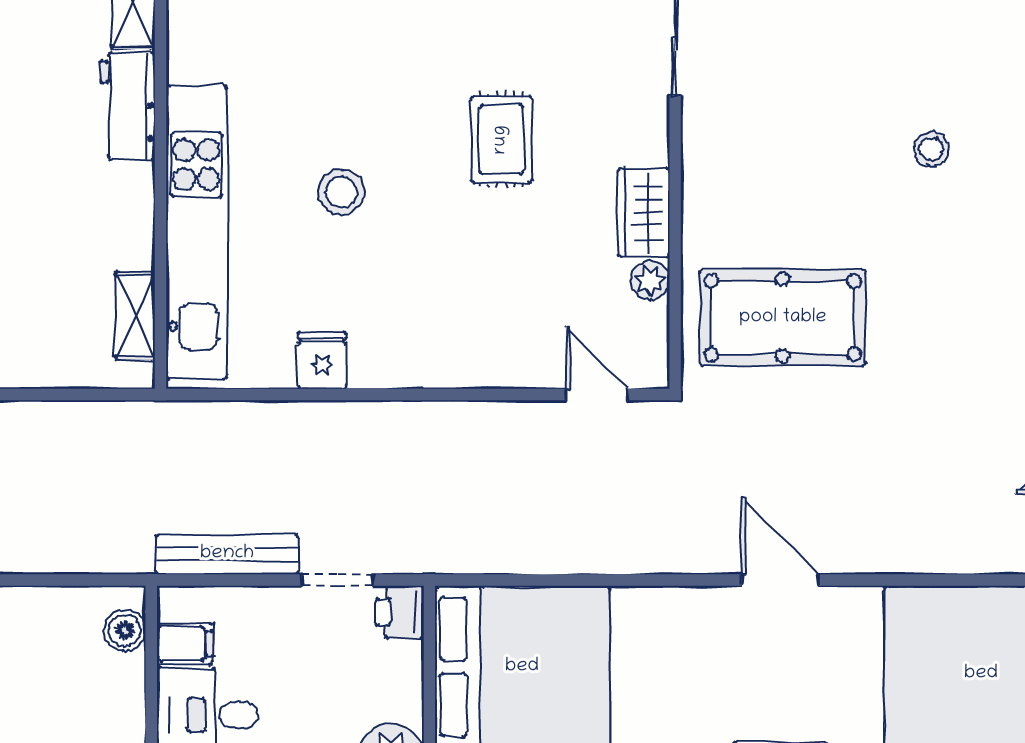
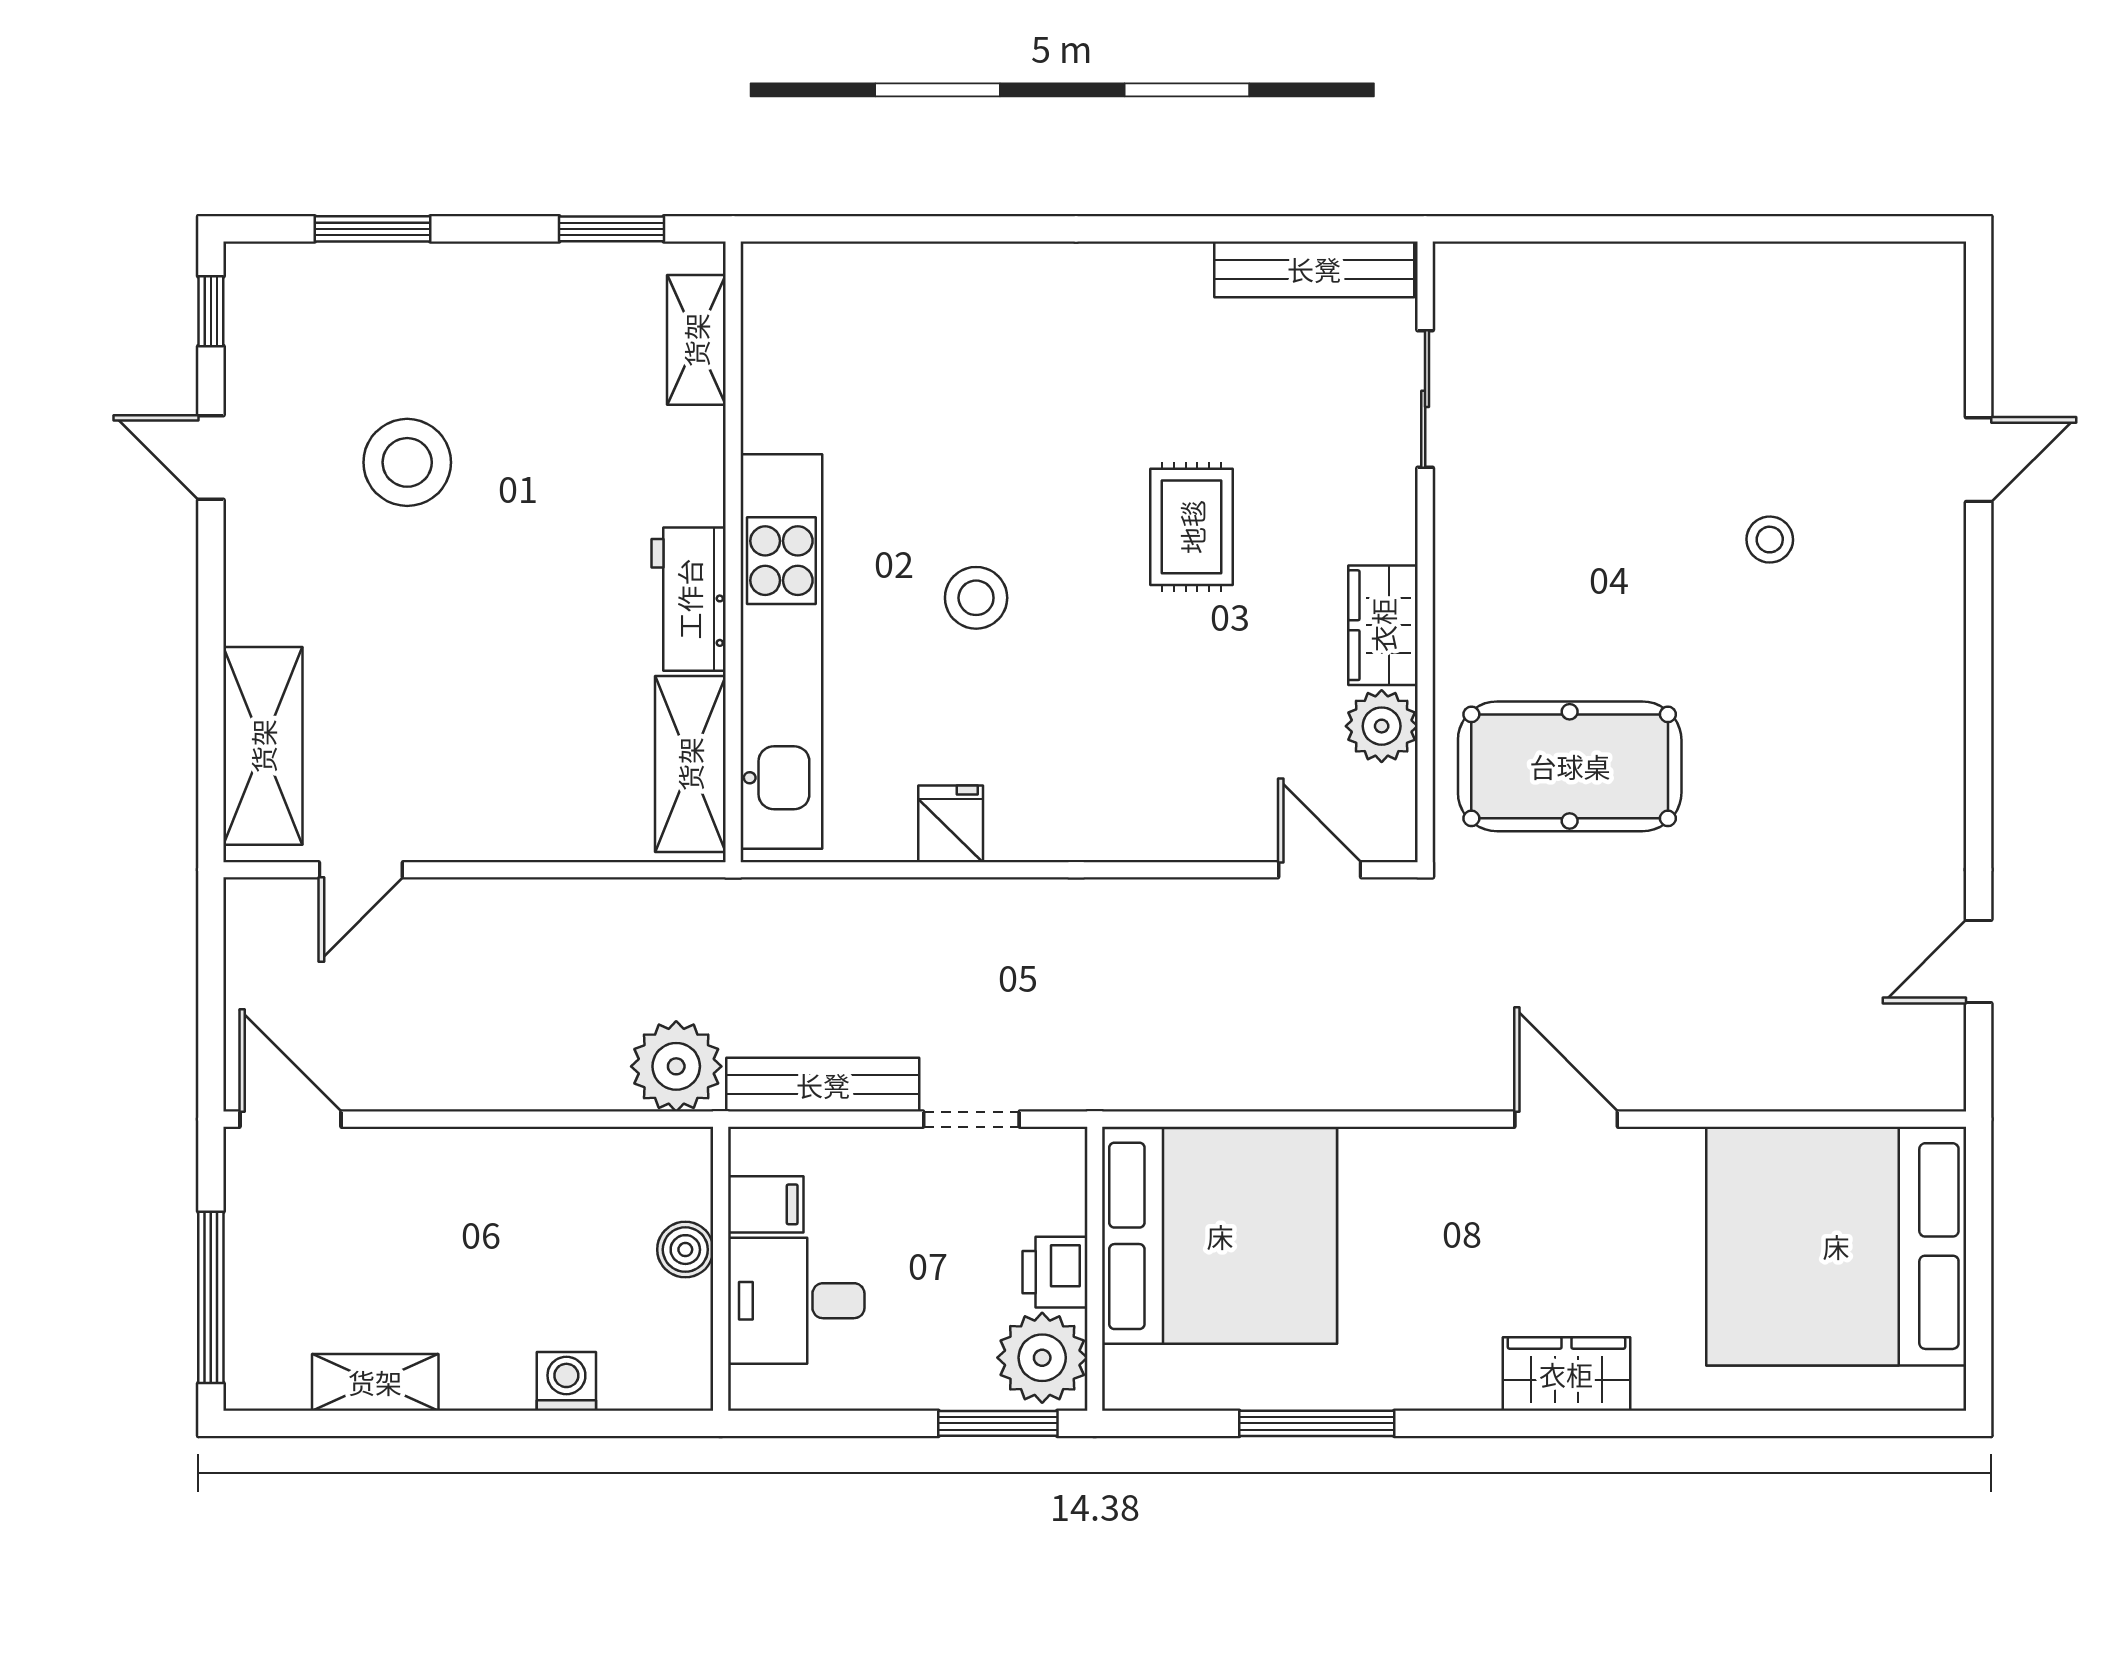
workbench: (127, 106) -> (689, 599), moved
plant: (650, 280) -> (1382, 726), width x1.38, depth x1.38
shelving: (135, 316) -> (690, 764), width x1.50, depth x1.33
plant: (118, 541) -> (676, 1066), added
printer: (400, 612) -> (1055, 1272), moved
boiler: (125, 630) -> (685, 1250), moved

